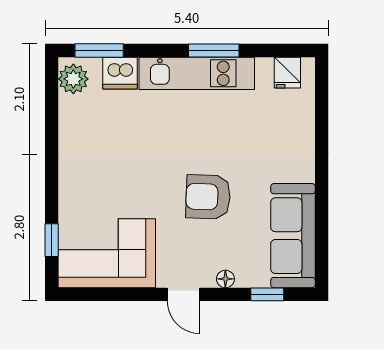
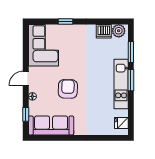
window: (99, 51) -> (131, 52), moved
window: (214, 51) -> (131, 80), moved
dishwasher: (120, 73) -> (104, 31), moved, turned -90
window: (52, 240) -> (65, 21), moved

